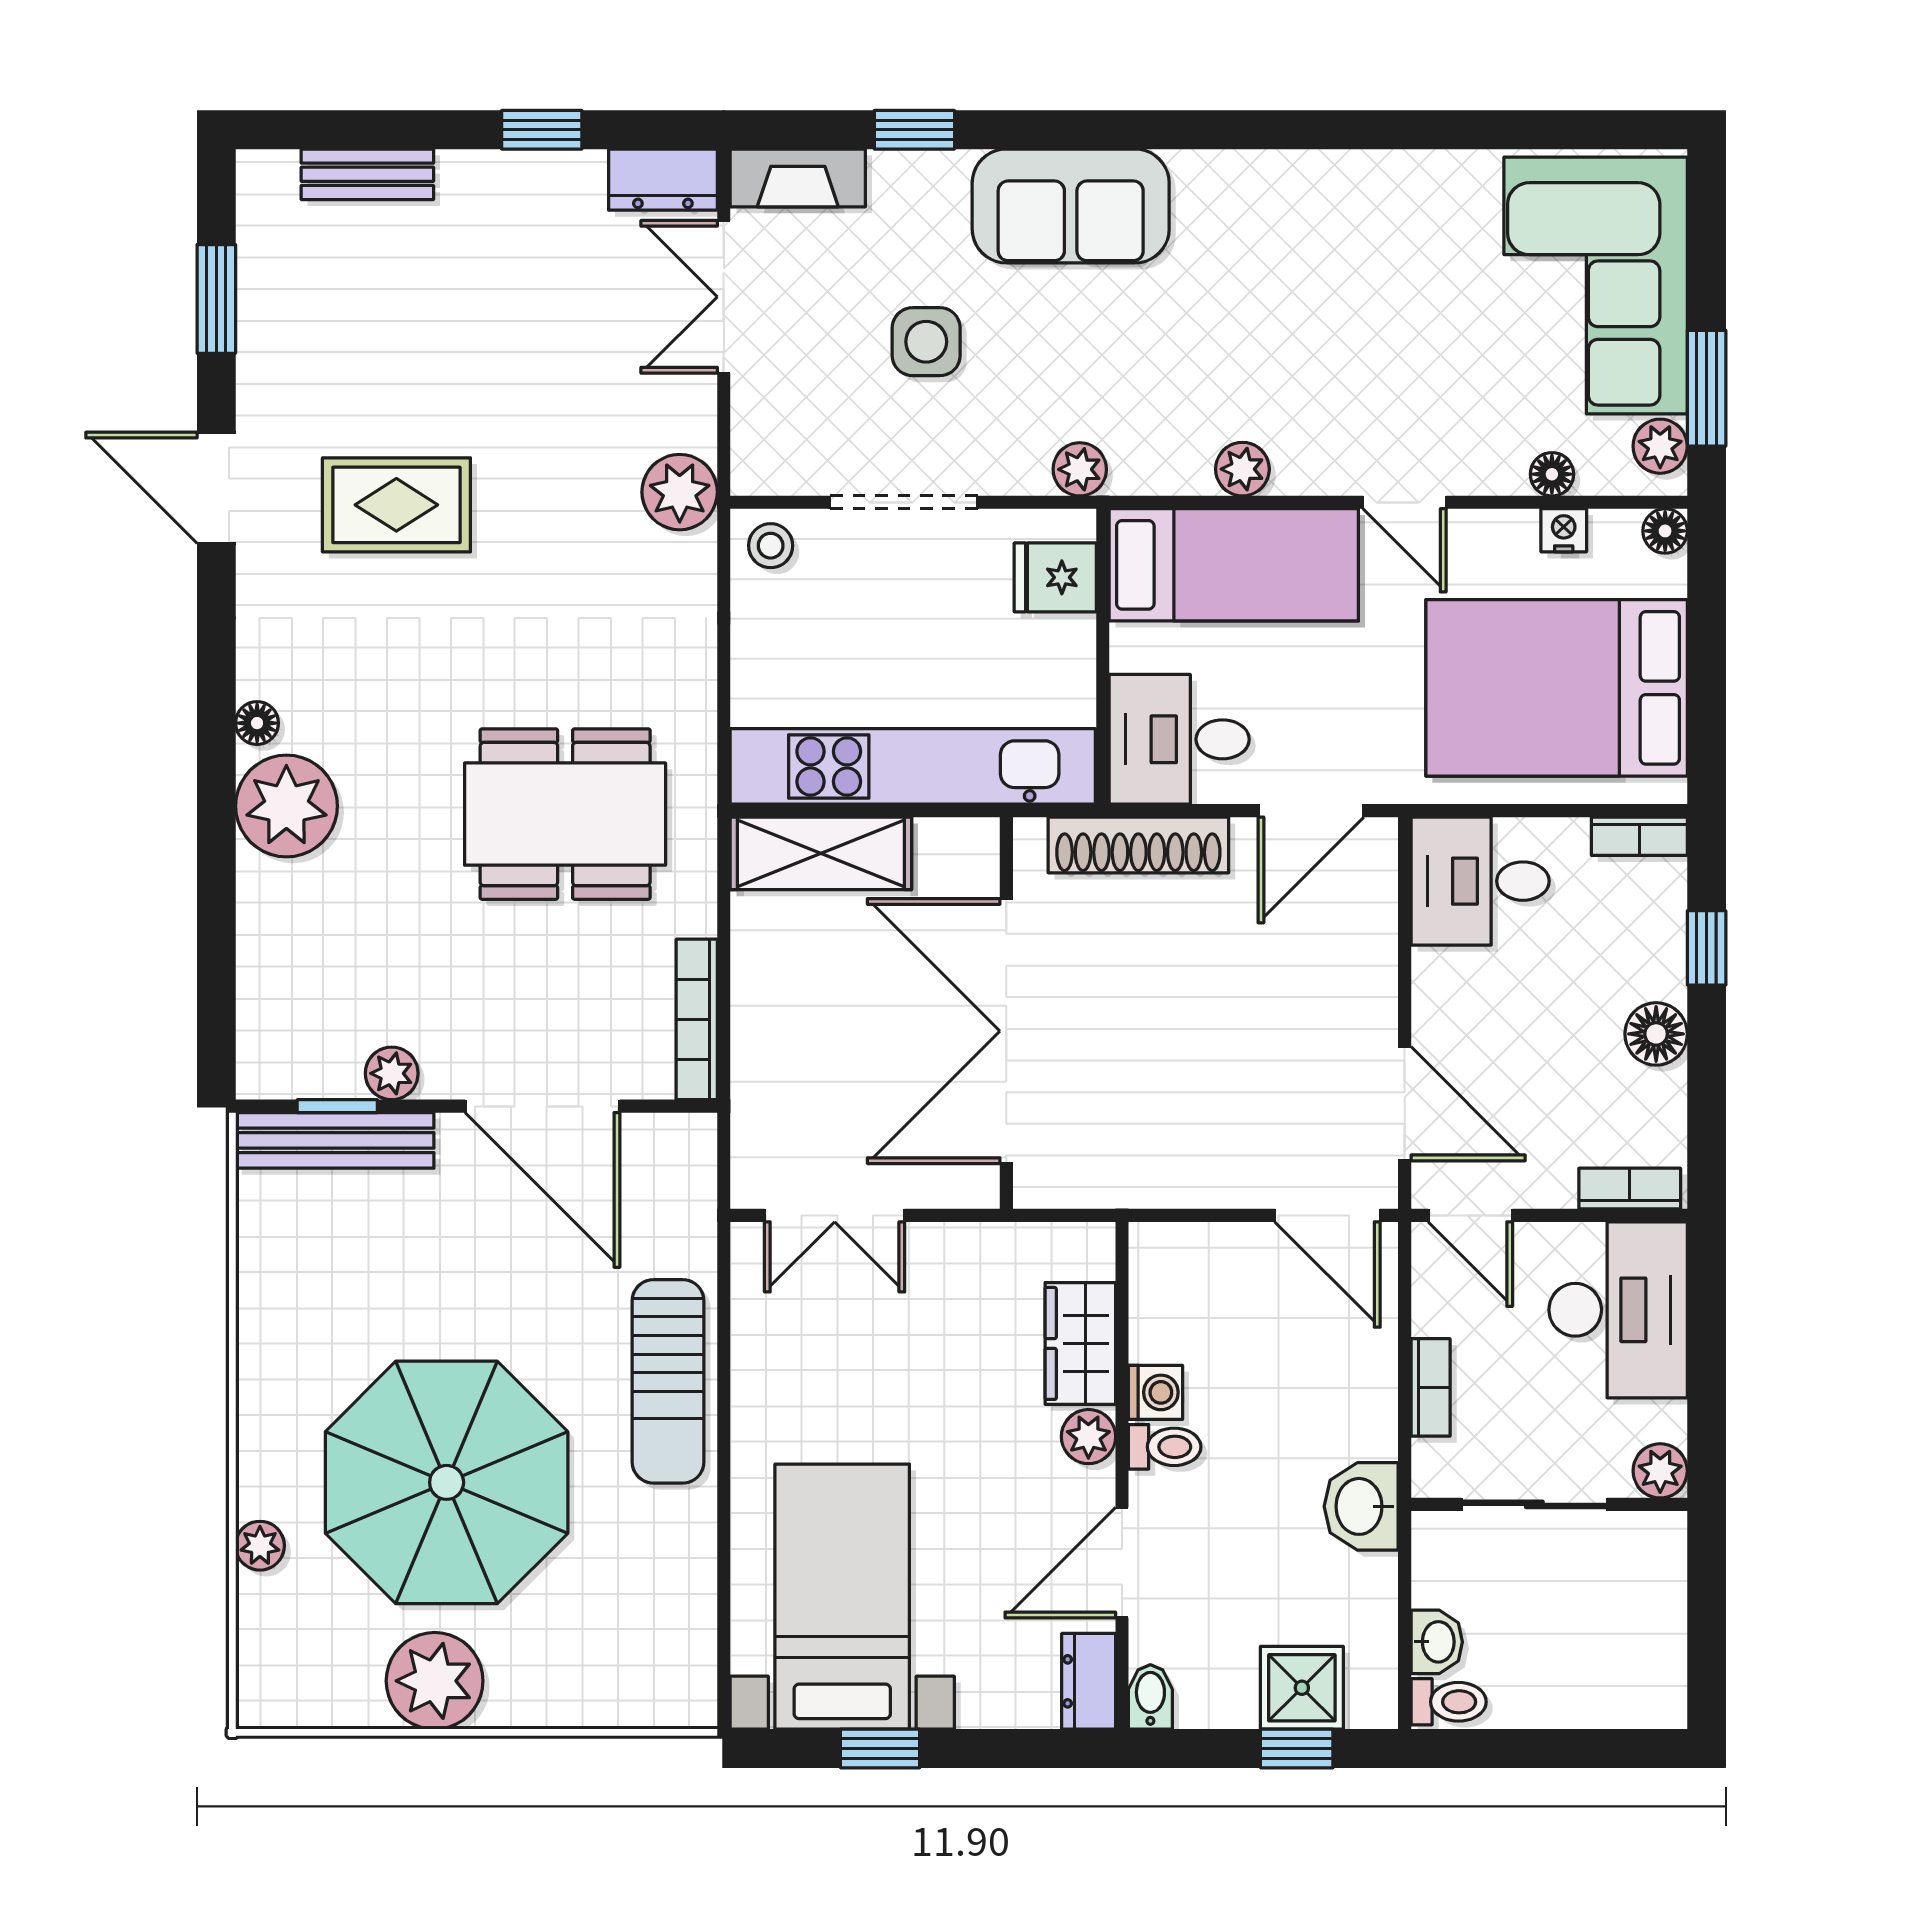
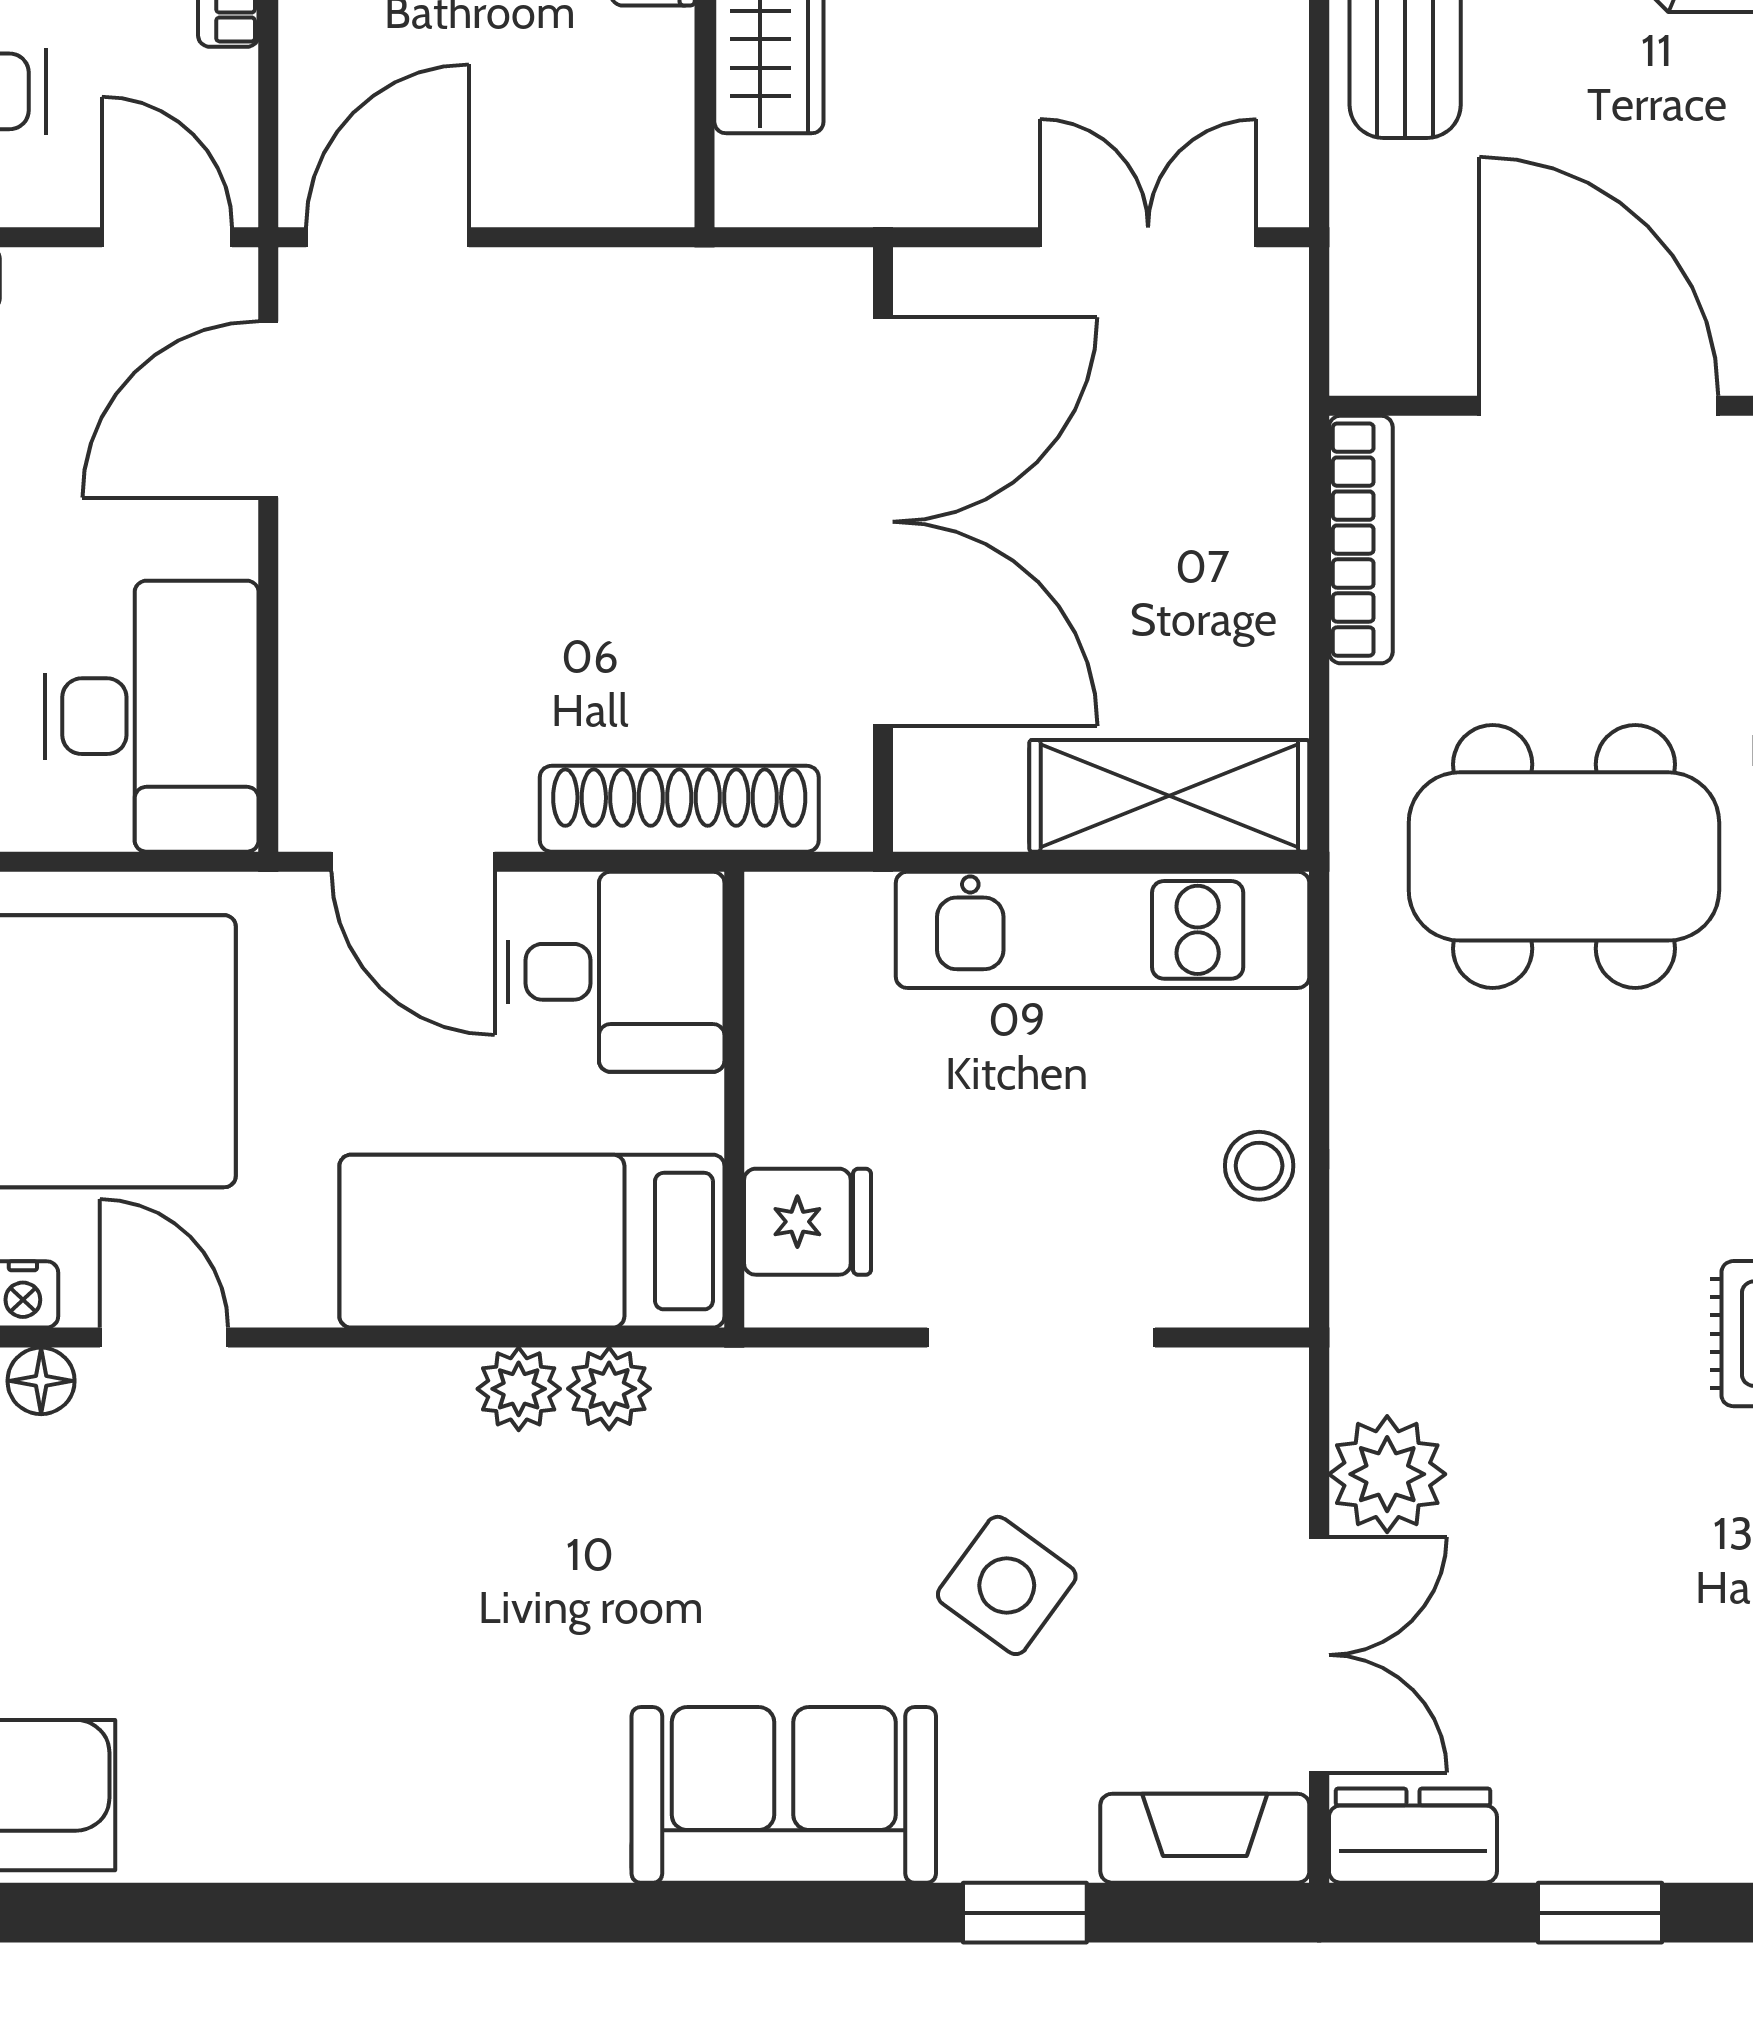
side table: (926, 342) -> (1007, 1585), turned 36
plant: (1080, 469) -> (609, 1389), moved
plant: (680, 492) -> (1387, 1474), moved
door: (1405, 502) -> (164, 1338), moved
stool: (771, 546) -> (1259, 1166), moved
kitchen unit: (913, 766) -> (1103, 930), width x0.73
door: (1311, 811) -> (413, 862), swing flipped
desk: (1480, 881) -> (152, 716), width x1.37
door: (1405, 1104) -> (268, 409), hinge flipped
door: (1327, 1215) -> (388, 237), hinge flipped

